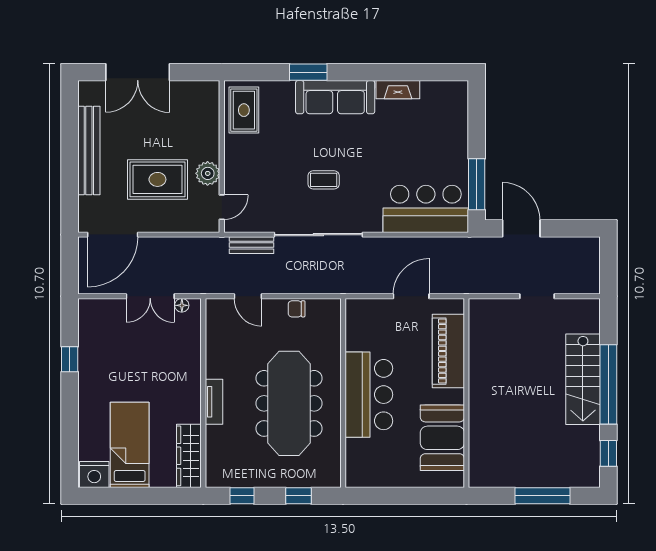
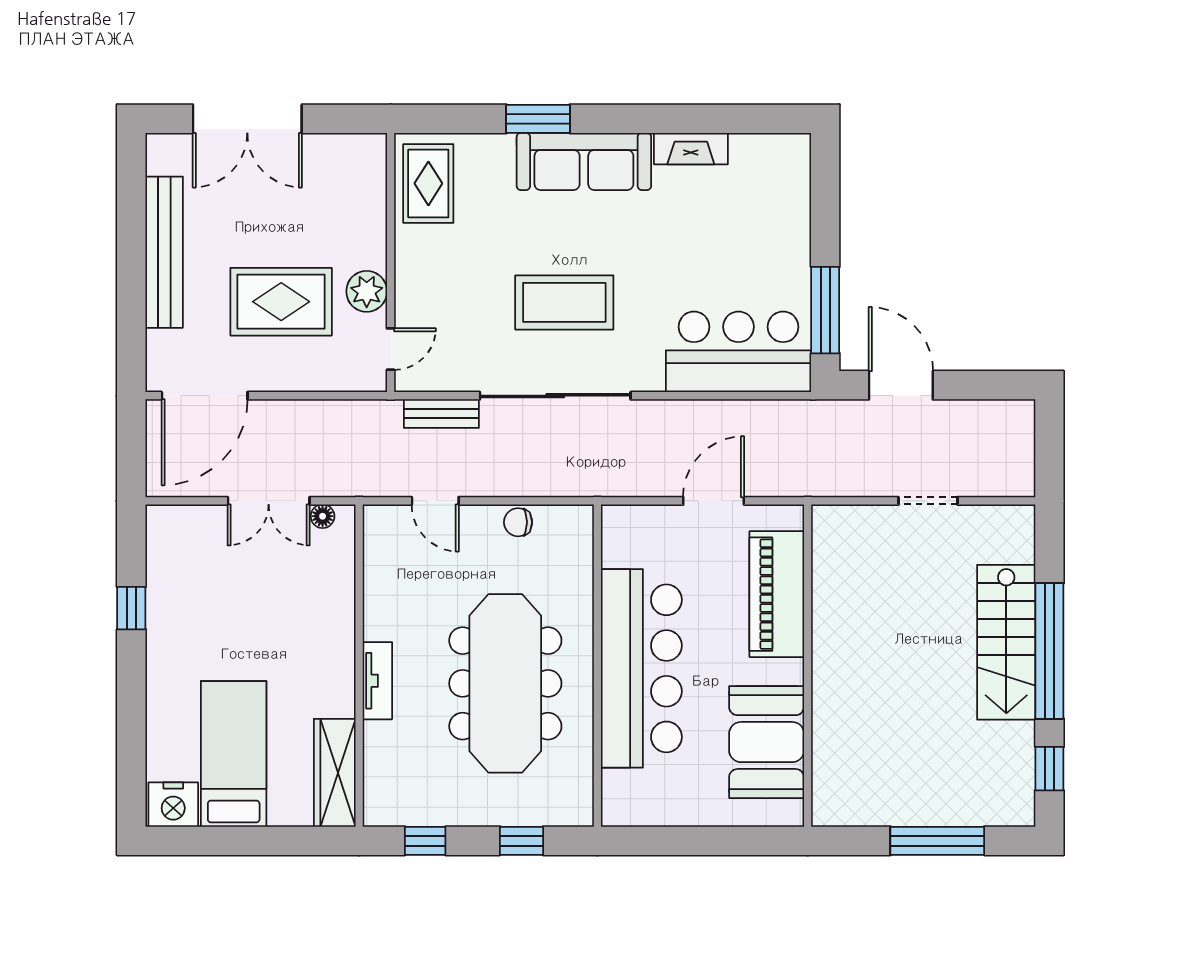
coffee table: (324, 180) -> (564, 302), width x1.86, depth x1.72
bar counter: (369, 395) -> (641, 668), width x1.36

